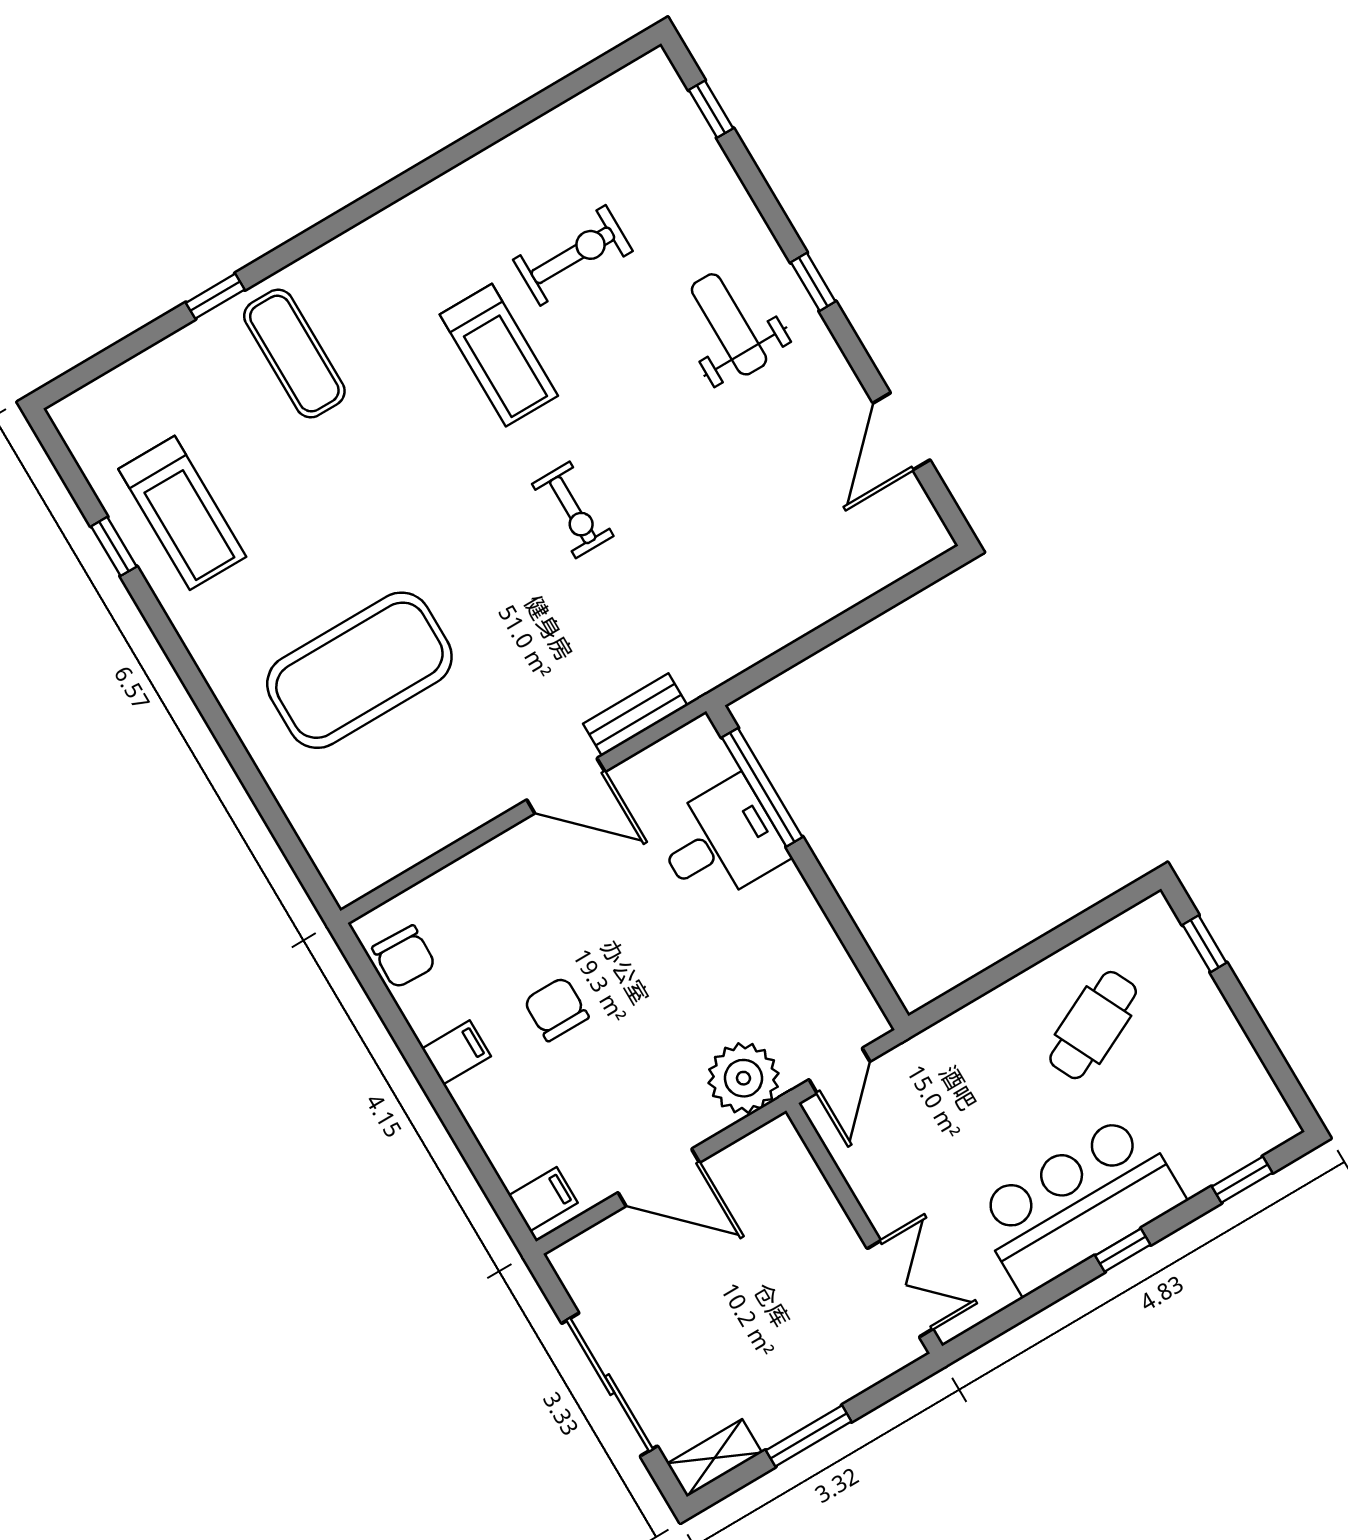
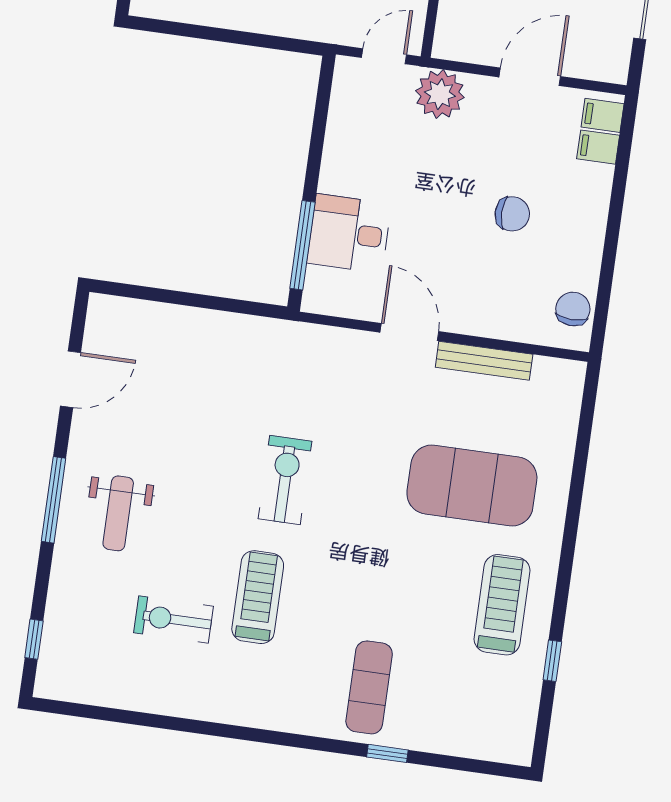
window: (813, 282) -> (54, 500), width x2.17
exercise bike: (573, 510) -> (285, 480), width x1.38, depth x1.39
treadmill: (182, 513) -> (502, 605), moved
bench: (635, 715) -> (484, 361), moved, width x1.36
chair: (556, 1009) -> (512, 214), turned -90
filing cabinet: (456, 1052) -> (598, 147), moved
door: (659, 1177) -> (530, 77), hinge flipped

